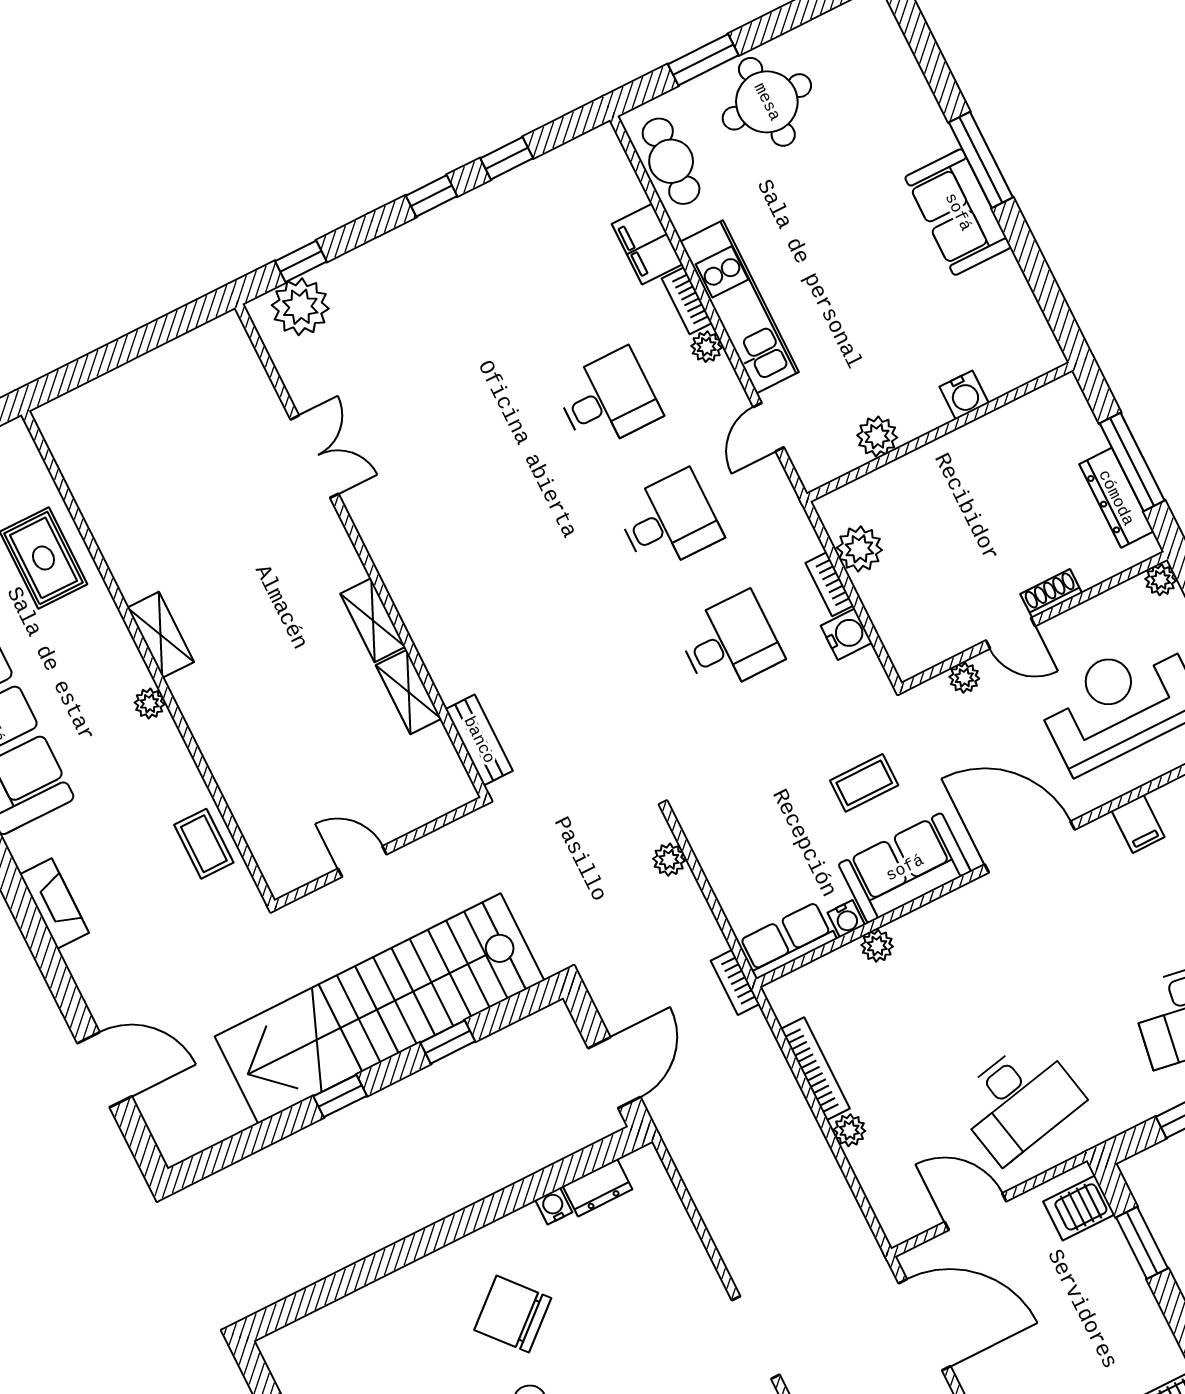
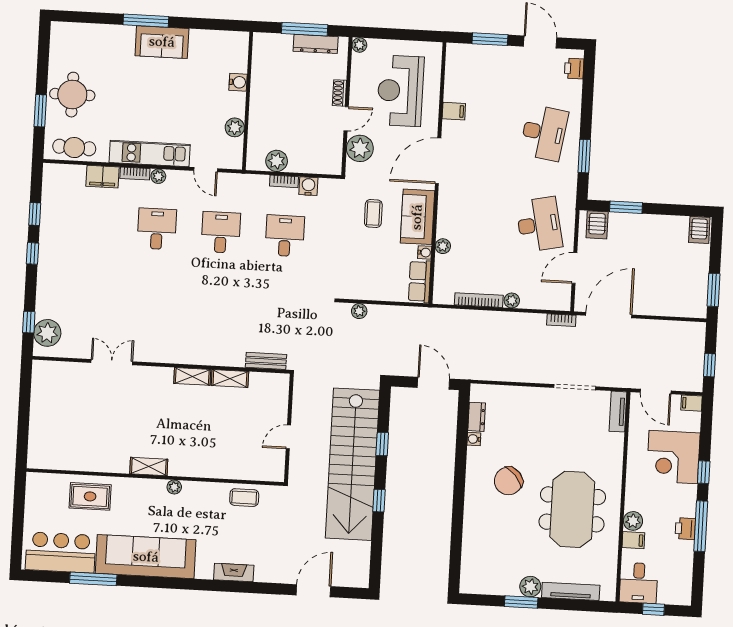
plant: (964, 678) -> (360, 148), width x1.88, depth x1.88
bookcase: (735, 982) -> (561, 320), moved

